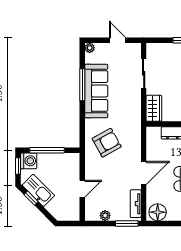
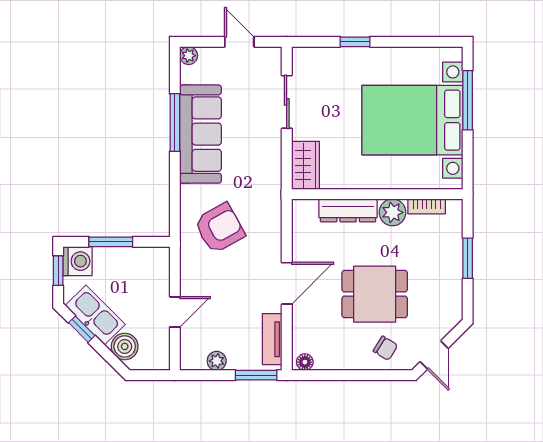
window: (47, 150) -> (111, 242), width x0.69
boiler: (55, 208) -> (125, 346), added
floor lamp: (158, 212) -> (305, 362), width x0.53, depth x0.53

